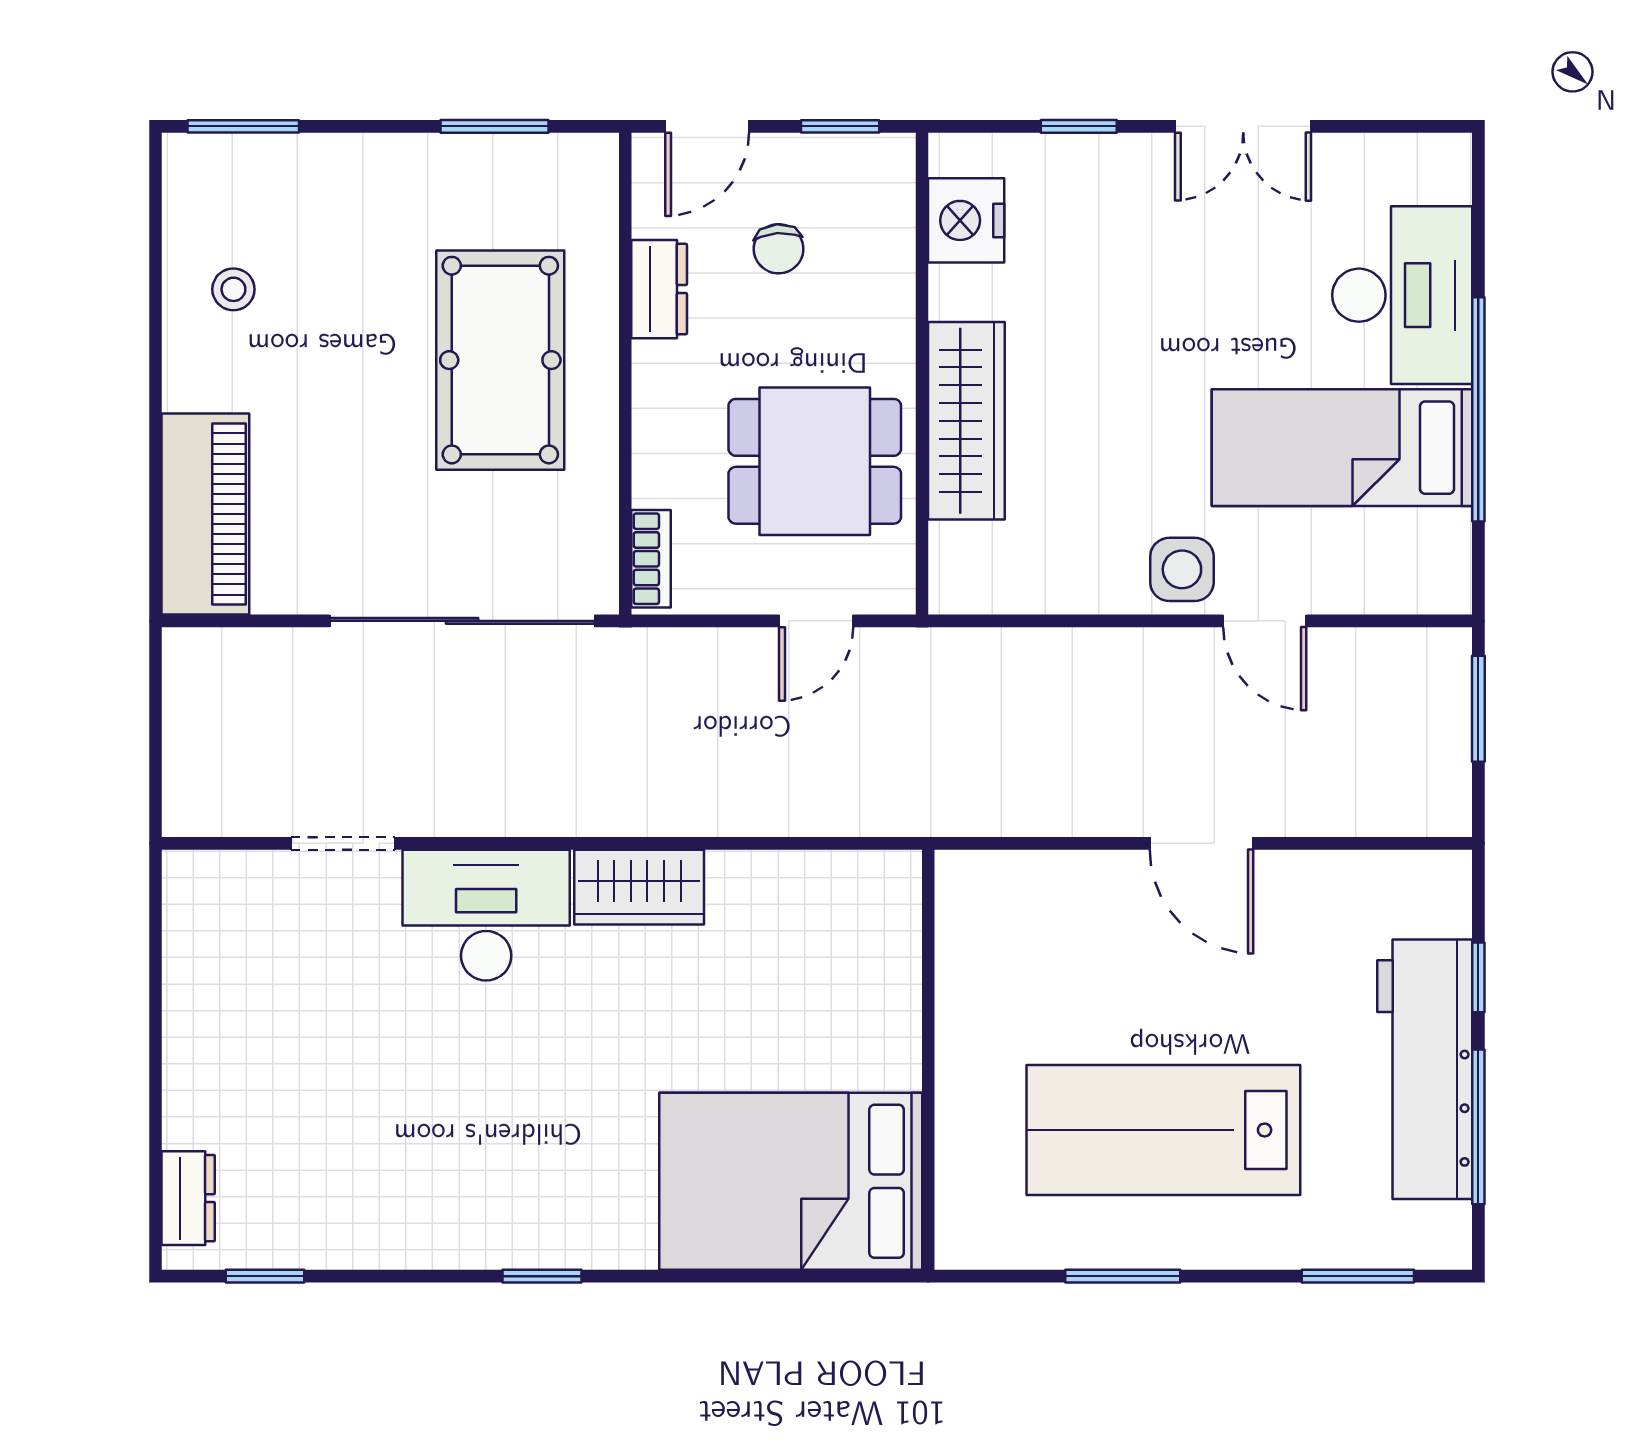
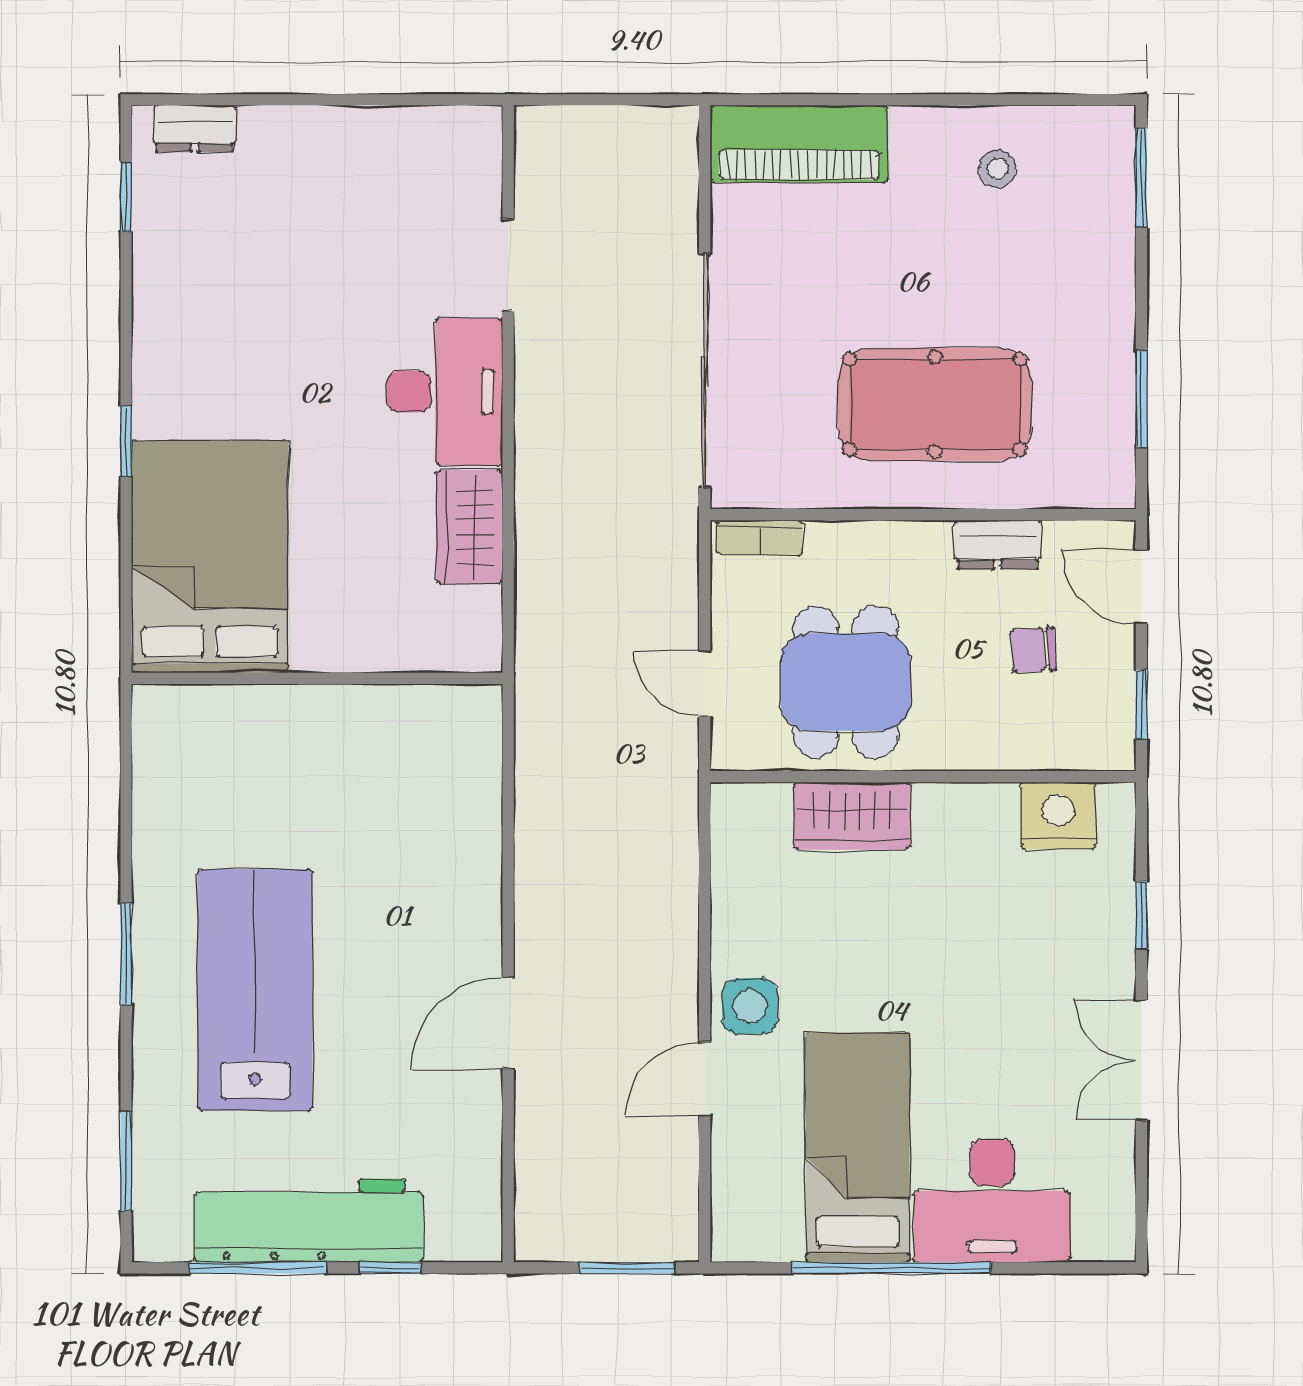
wardrobe: (966, 421) -> (852, 816), width x0.67
wall: (928, 1060) -> (317, 678), moved
bed: (791, 1181) -> (210, 557), moved

